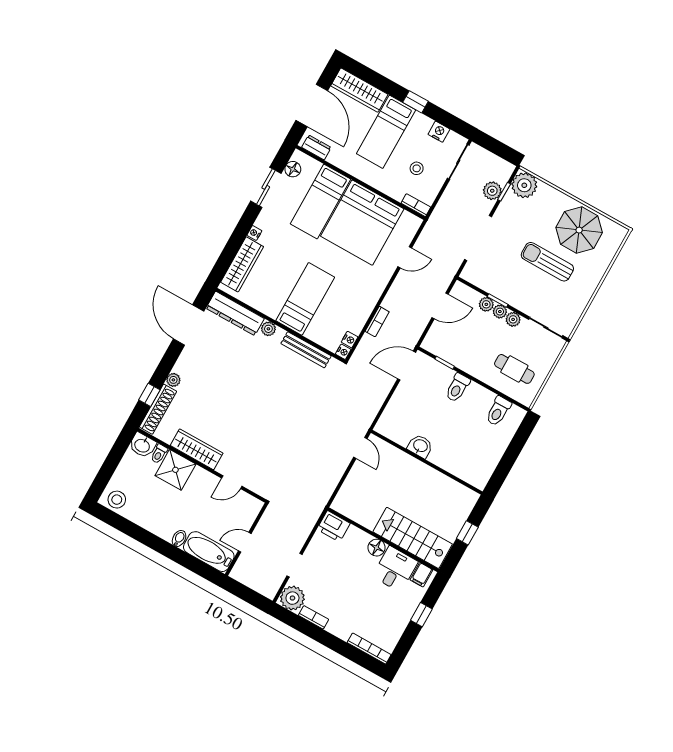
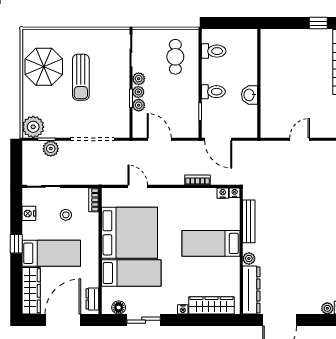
washbasin: (420, 446) -> (249, 95), moved
wall: (427, 462) -> (259, 83), moved

